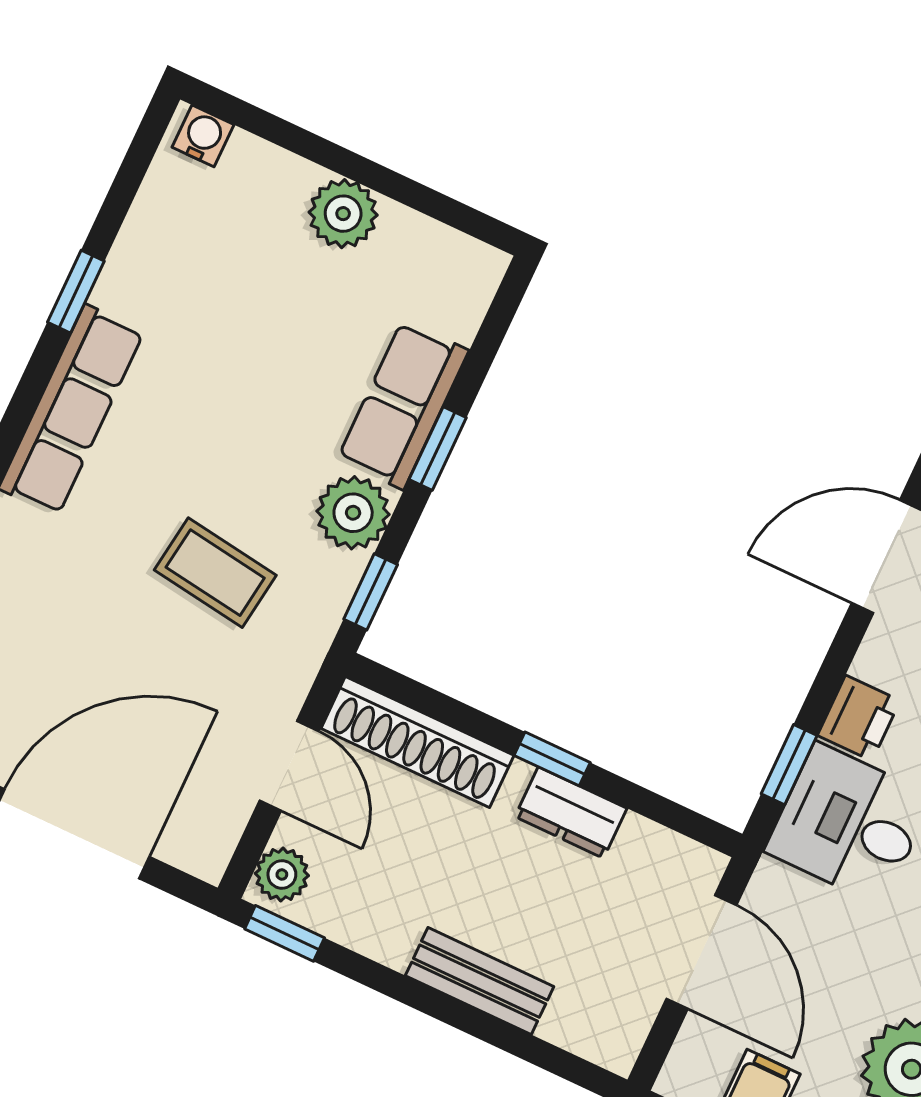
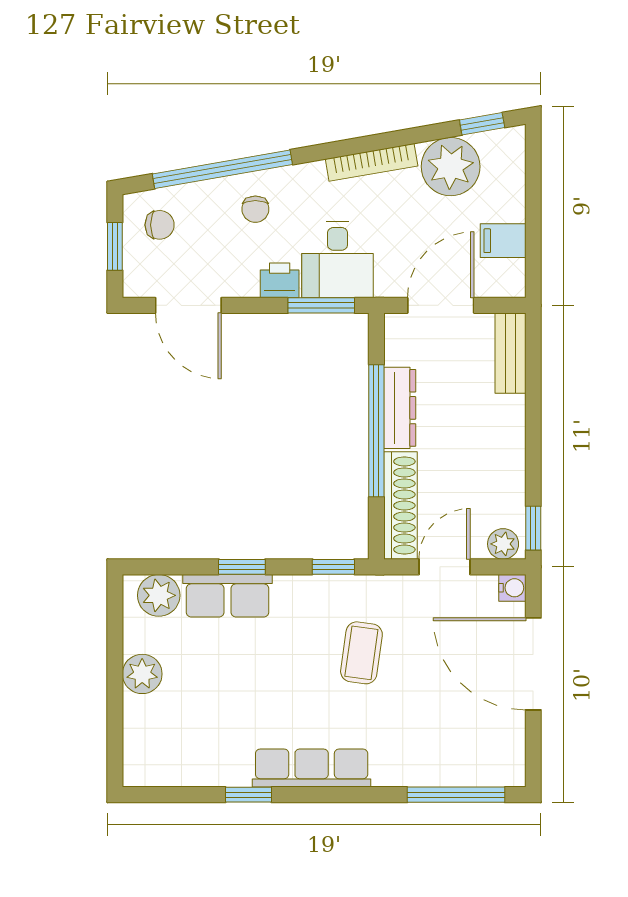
water cooler: (203, 136) -> (512, 588), moved, turned 180
plant: (353, 513) -> (159, 595), moved
window: (552, 759) -> (376, 431), width x3.17
window: (789, 765) -> (321, 305), width x1.50
dresser: (571, 813) -> (400, 408), width x1.44
bench: (480, 981) -> (510, 353), moved

